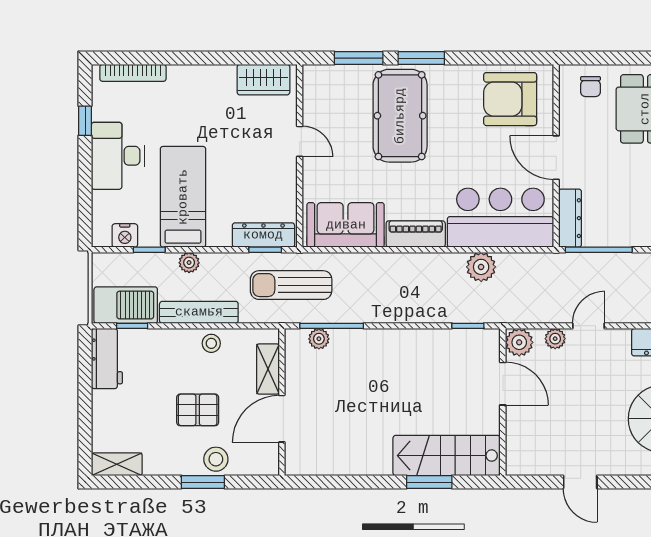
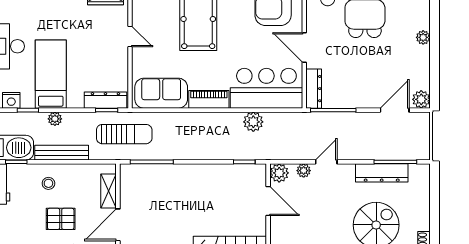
sun lounger: (291, 285) -> (124, 134), turned 180
plant: (319, 339) -> (143, 171), removed
stool: (211, 343) -> (48, 183), moved

